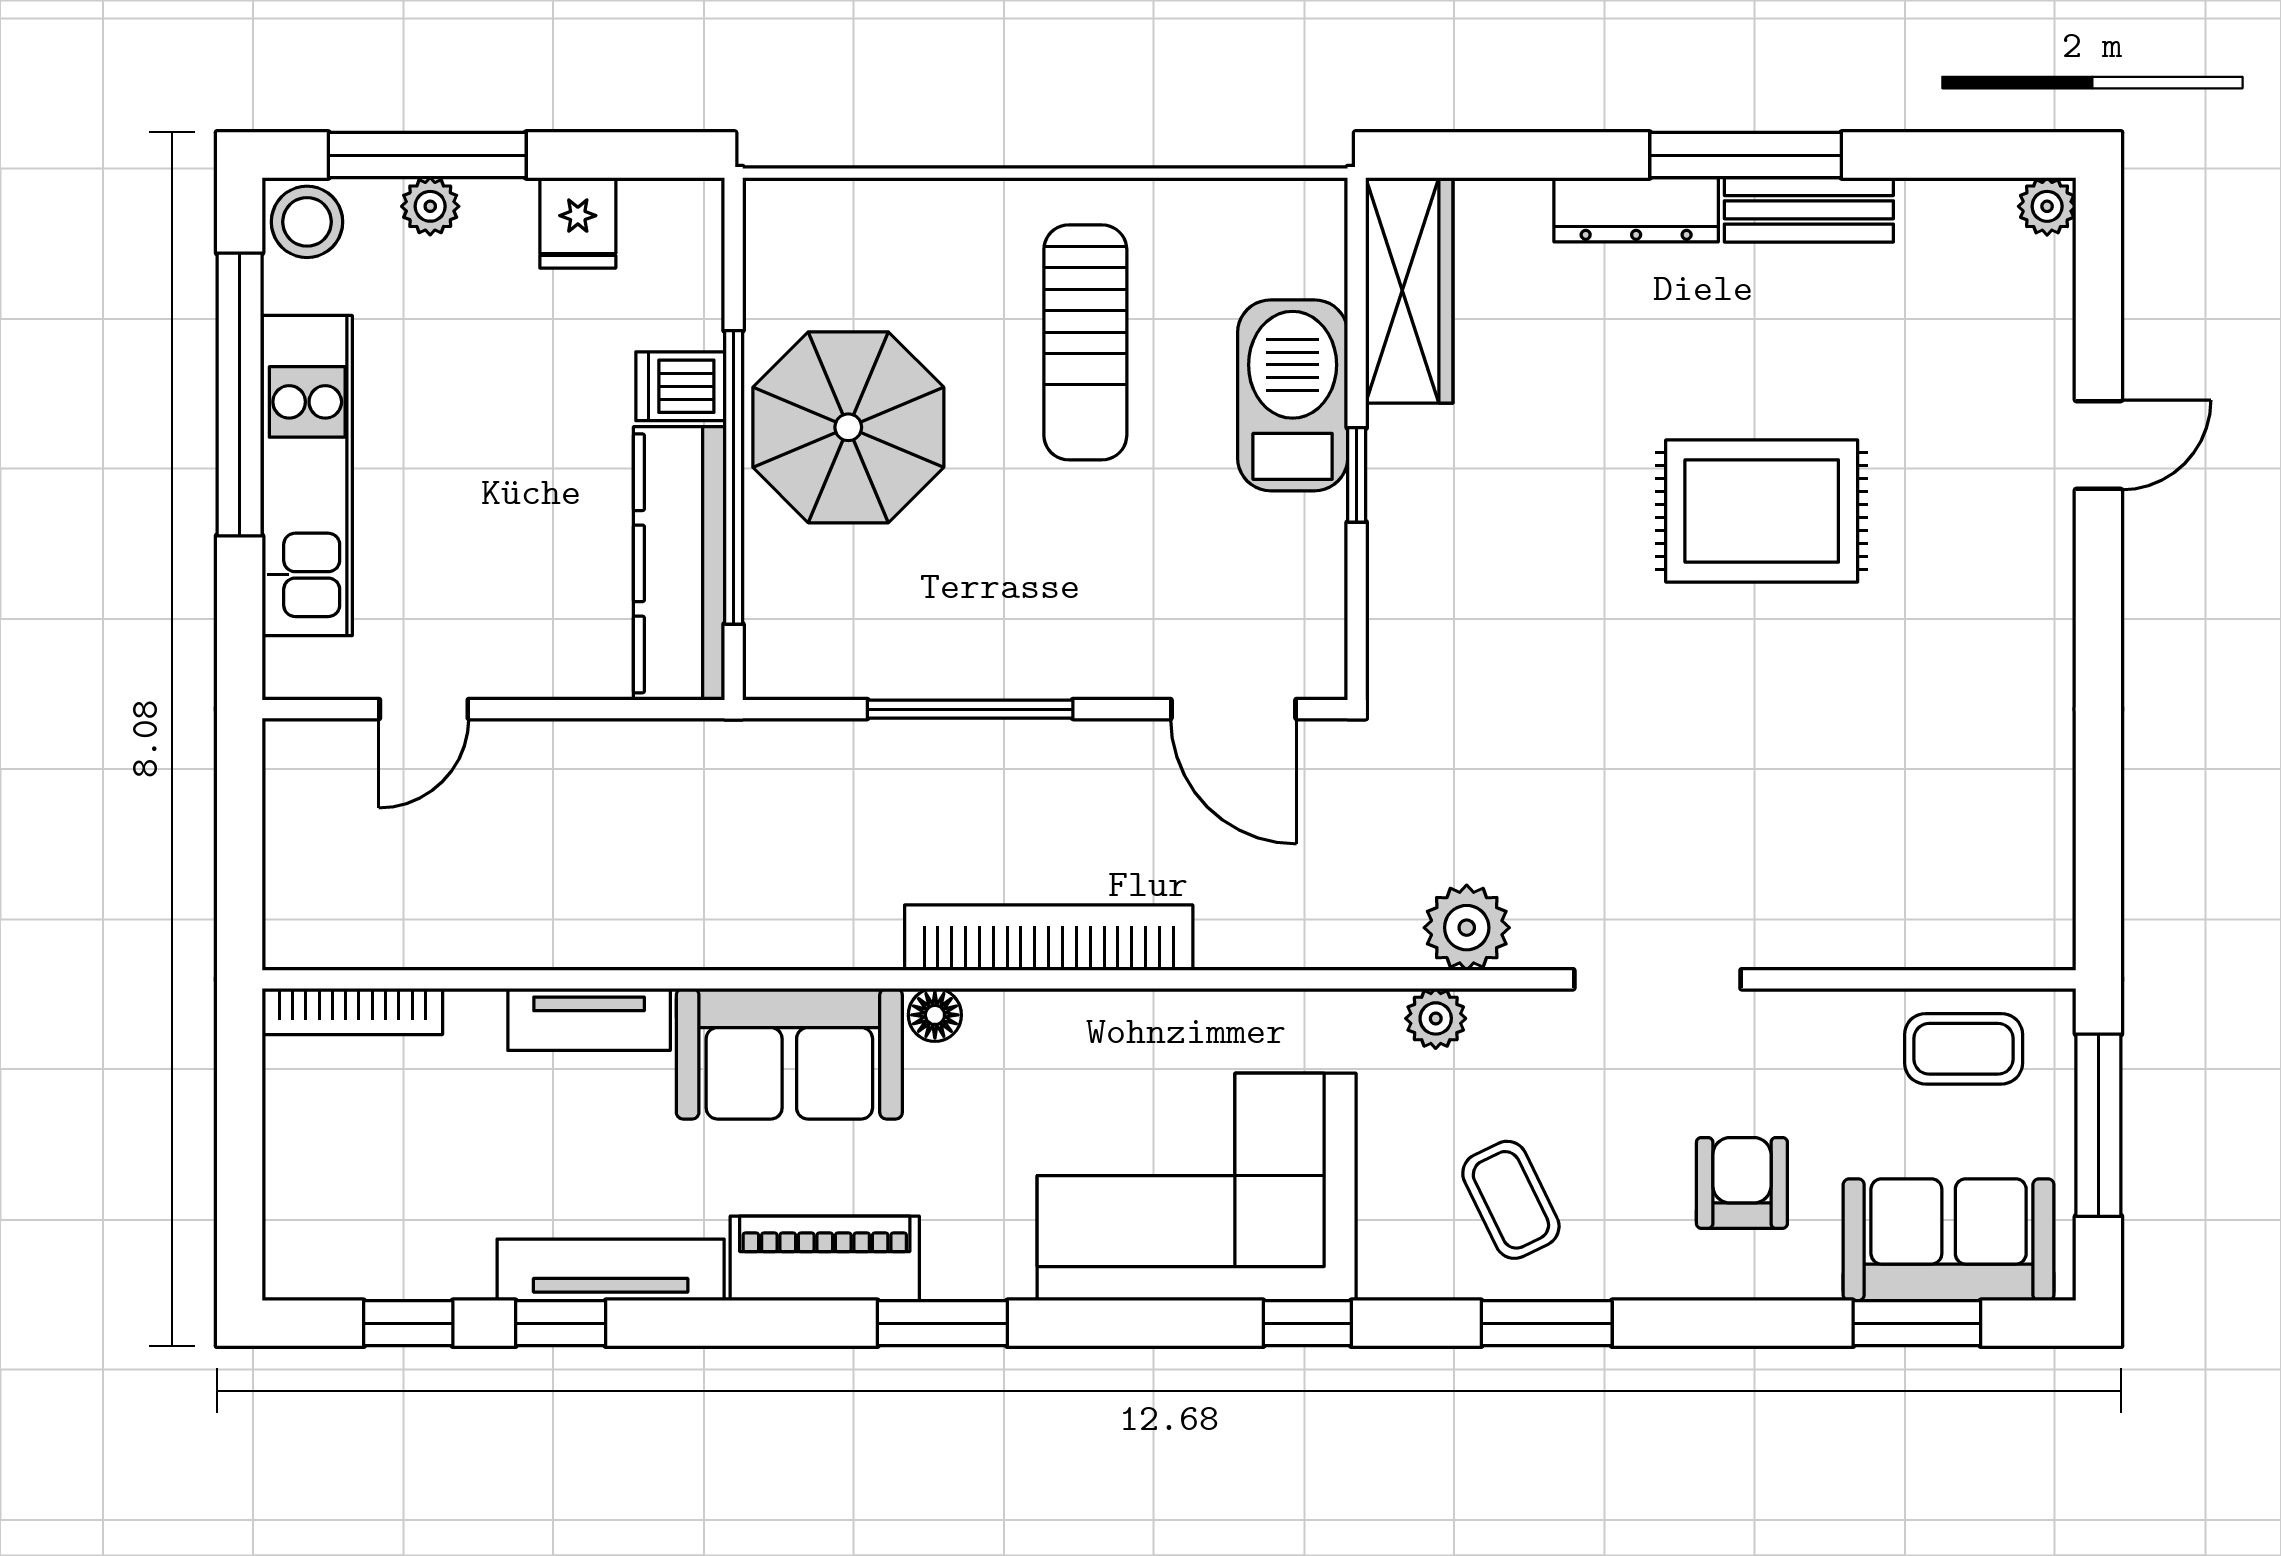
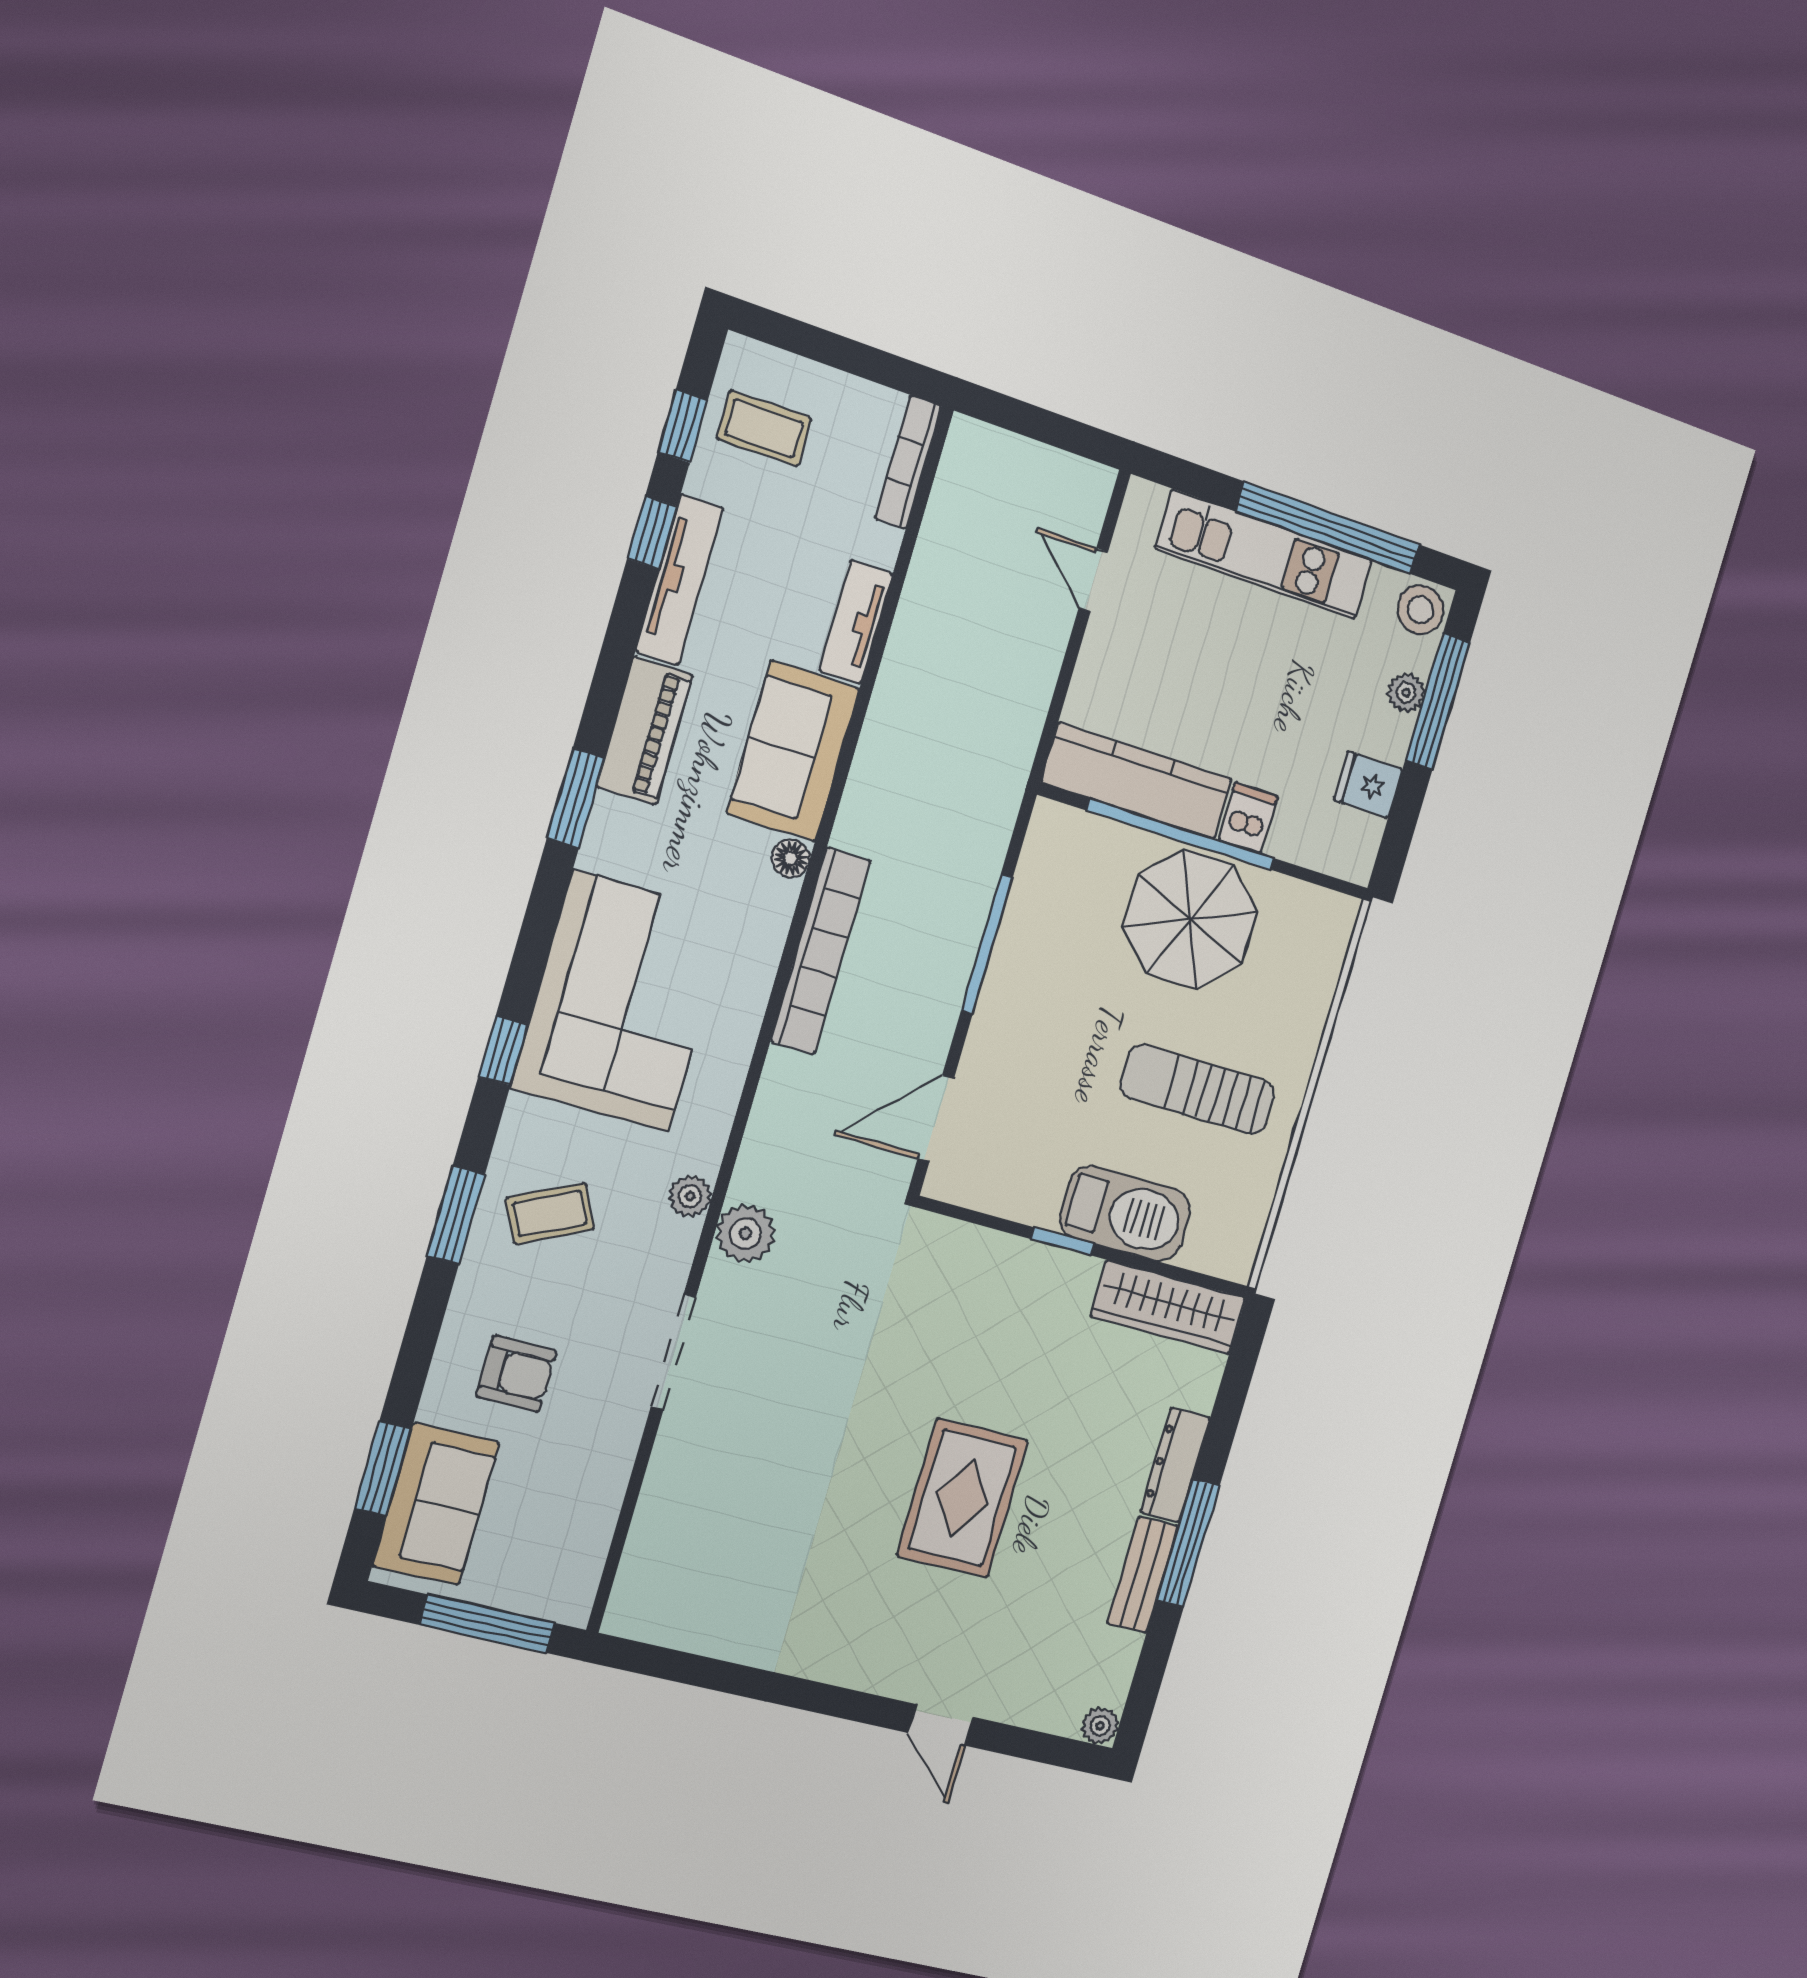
coffee table: (1964, 1049) -> (764, 428), moved, turned 90

